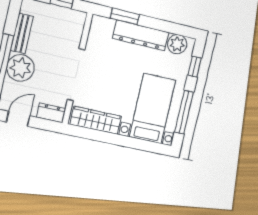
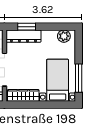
dresser: (141, 35) -> (23, 36), moved
window: (195, 67) -> (79, 48), removed

